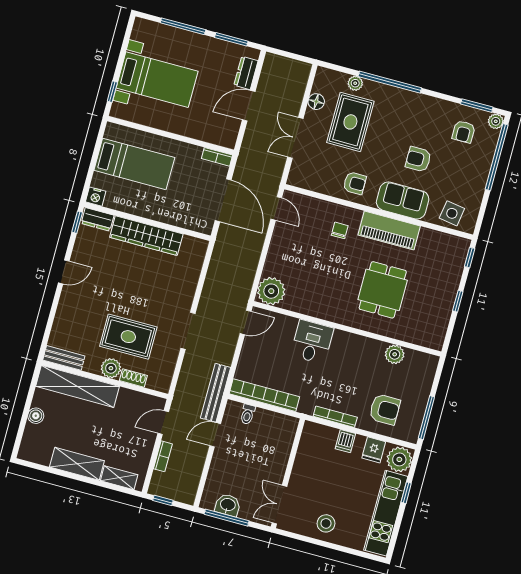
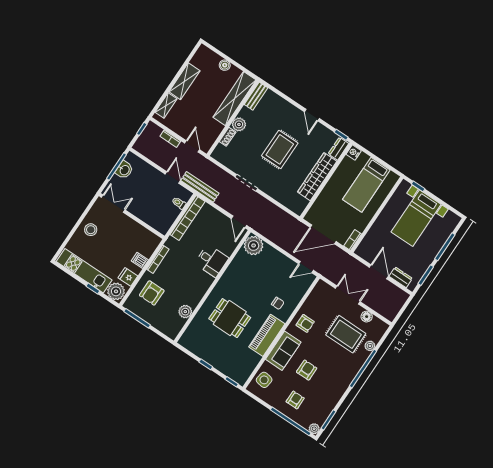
armchair: (464, 132) -> (295, 400), moved, turned 90
armchair: (355, 183) -> (305, 323), turned -90
rug: (128, 337) -> (280, 149), moved

